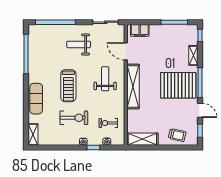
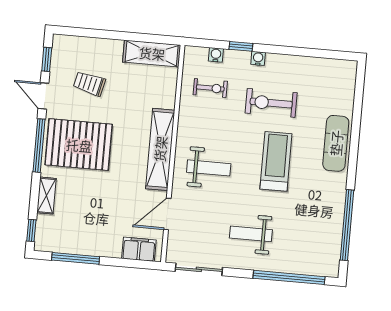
weight bench: (79, 44) -> (251, 234), turned 180
door: (126, 51) -> (167, 214), swing flipped
weight bench: (105, 79) -> (209, 168), turned -90
shelving: (33, 135) -> (347, 79), removed
trolley: (177, 135) -> (89, 84), moved

